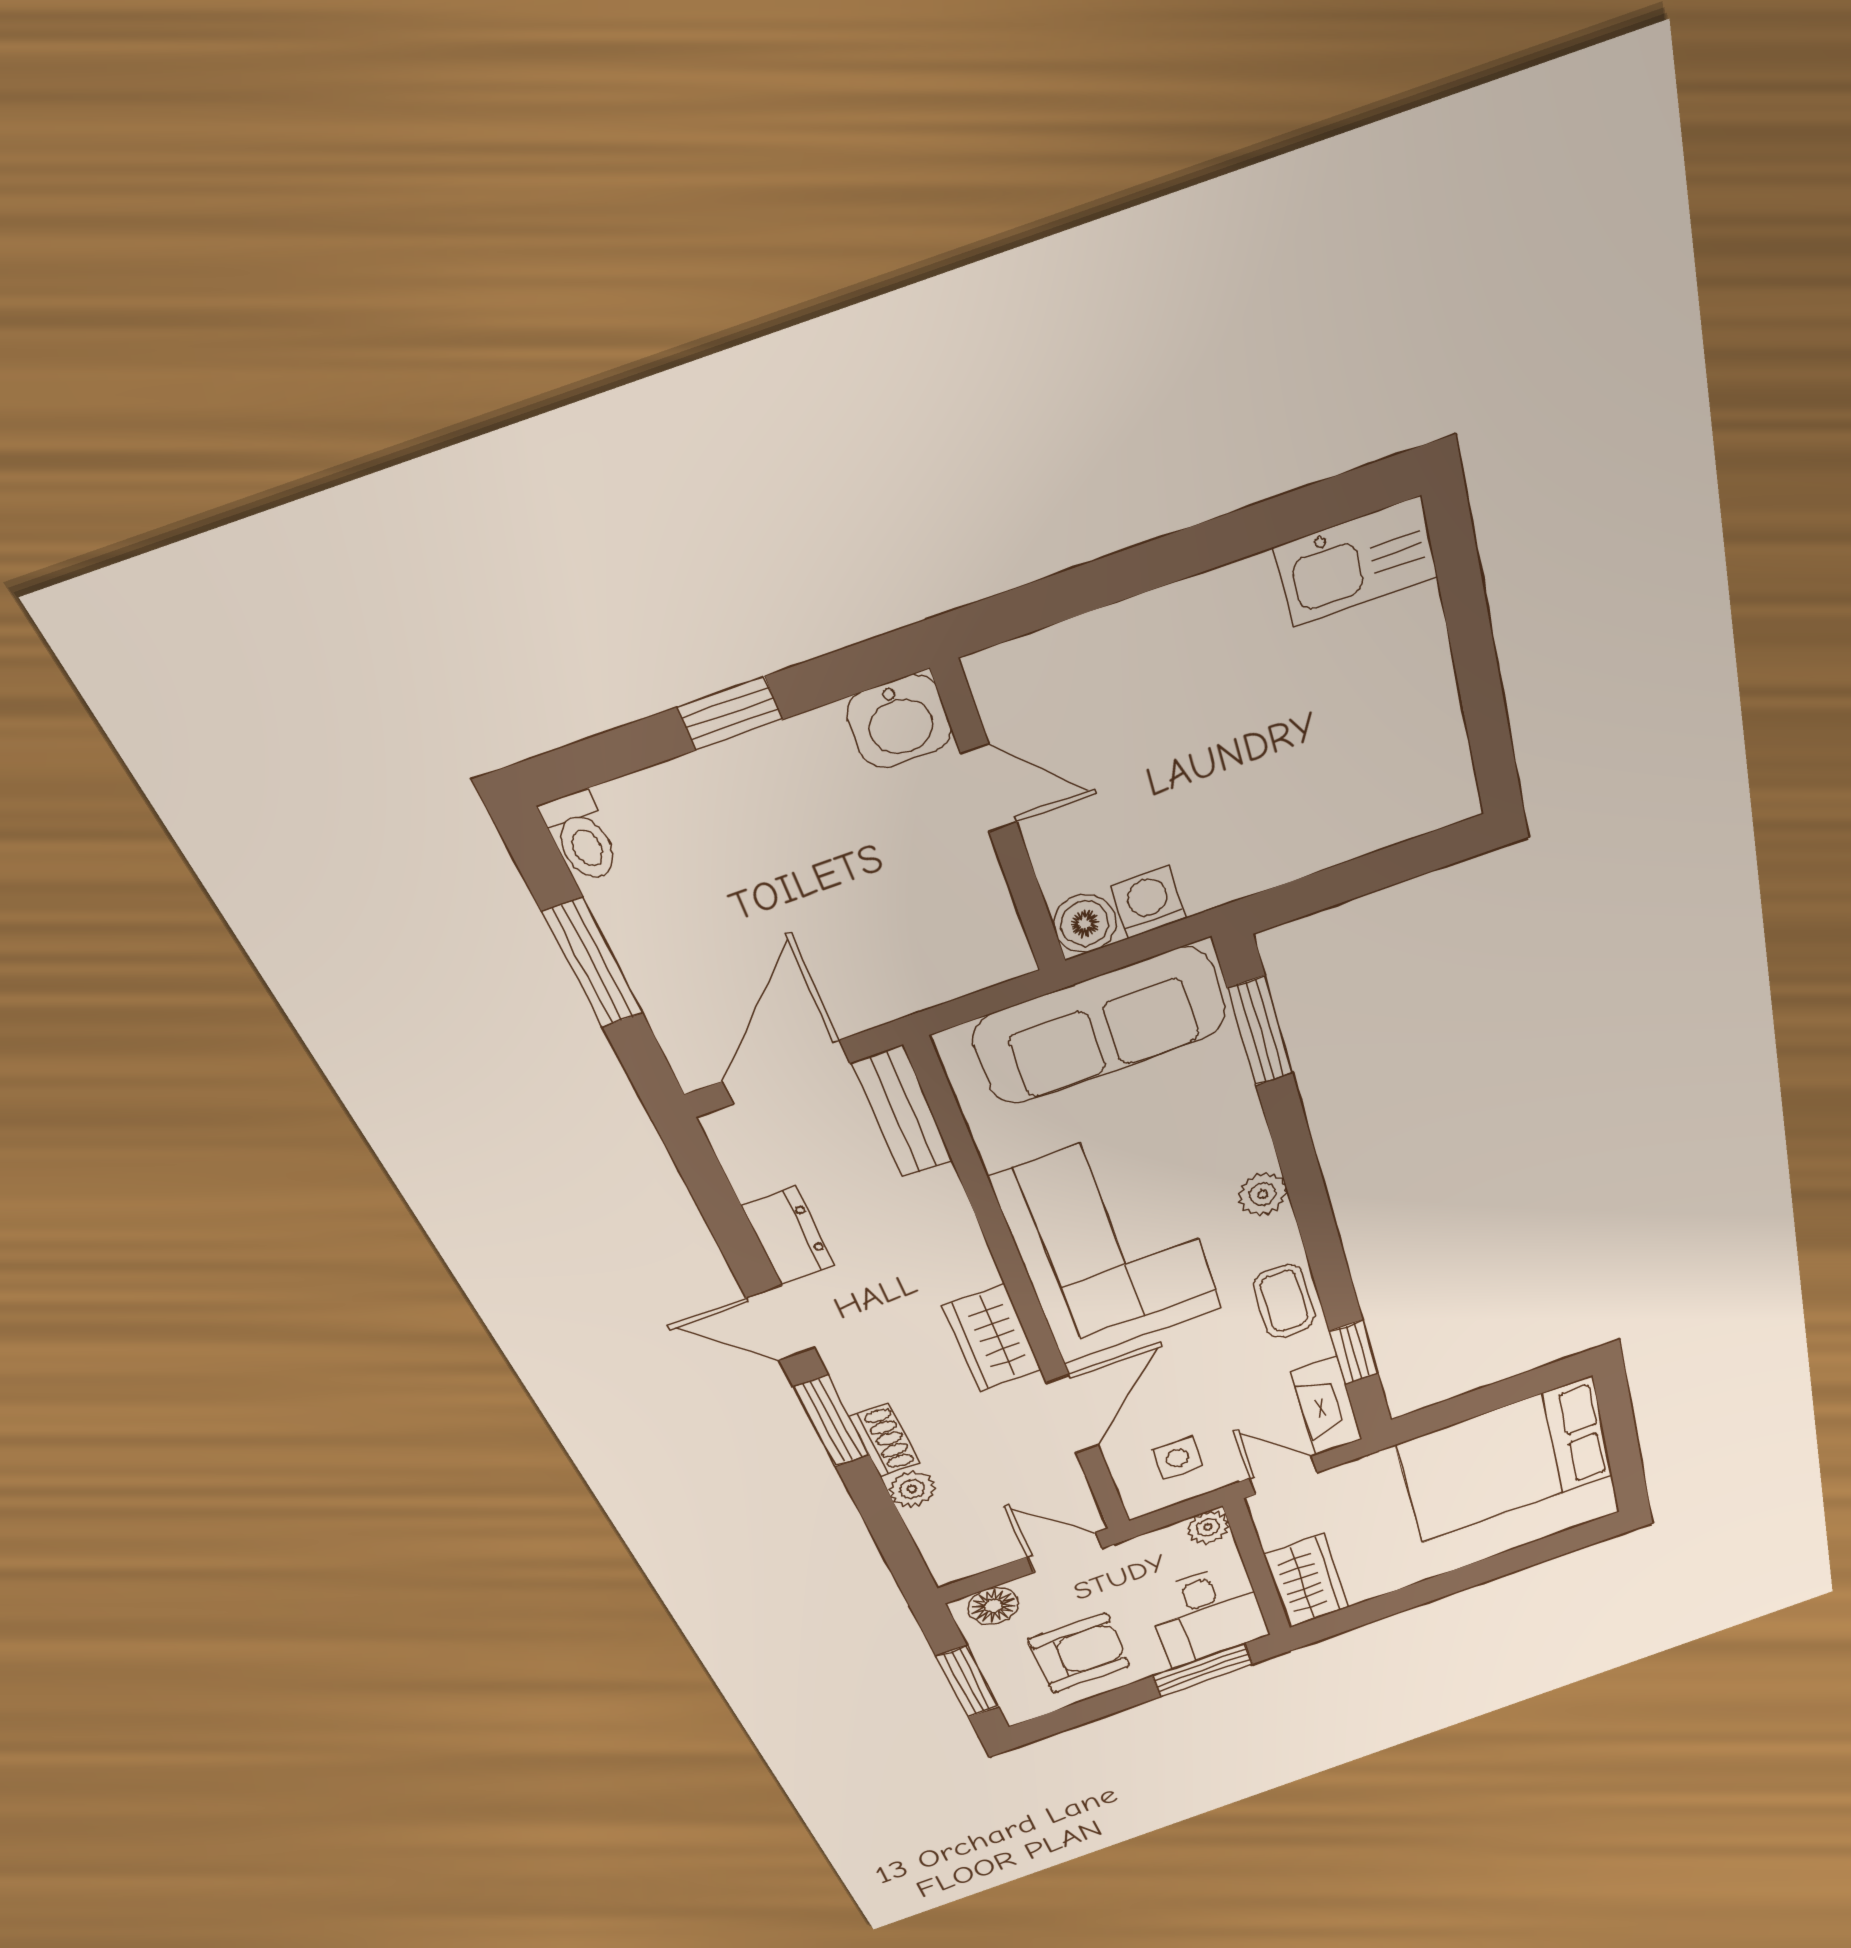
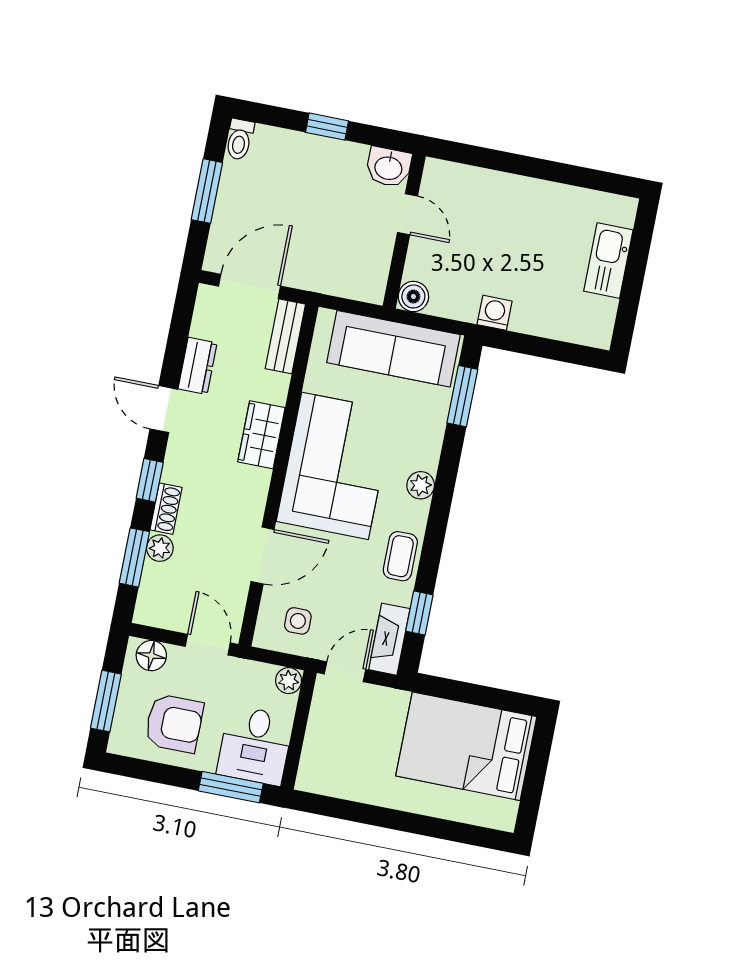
kitchen sink: (1356, 562) -> (608, 260), moved, turned 90
washing machine: (1149, 902) -> (495, 313), moved
wardrobe: (992, 1338) -> (261, 435), moved
window: (832, 1421) -> (150, 480), width x0.67
door: (1284, 1475) -> (345, 672), hinge flipped
window: (883, 1519) -> (134, 557), added
wardrobe: (1307, 1581) -> (320, 759), removed

